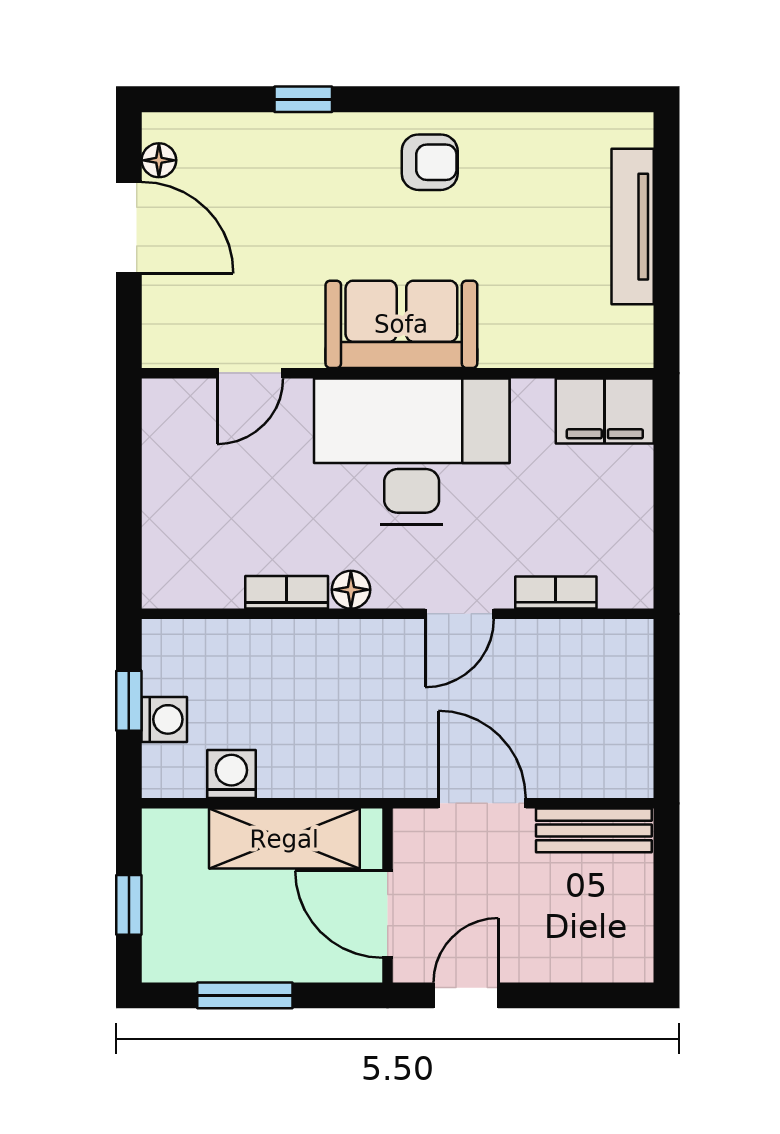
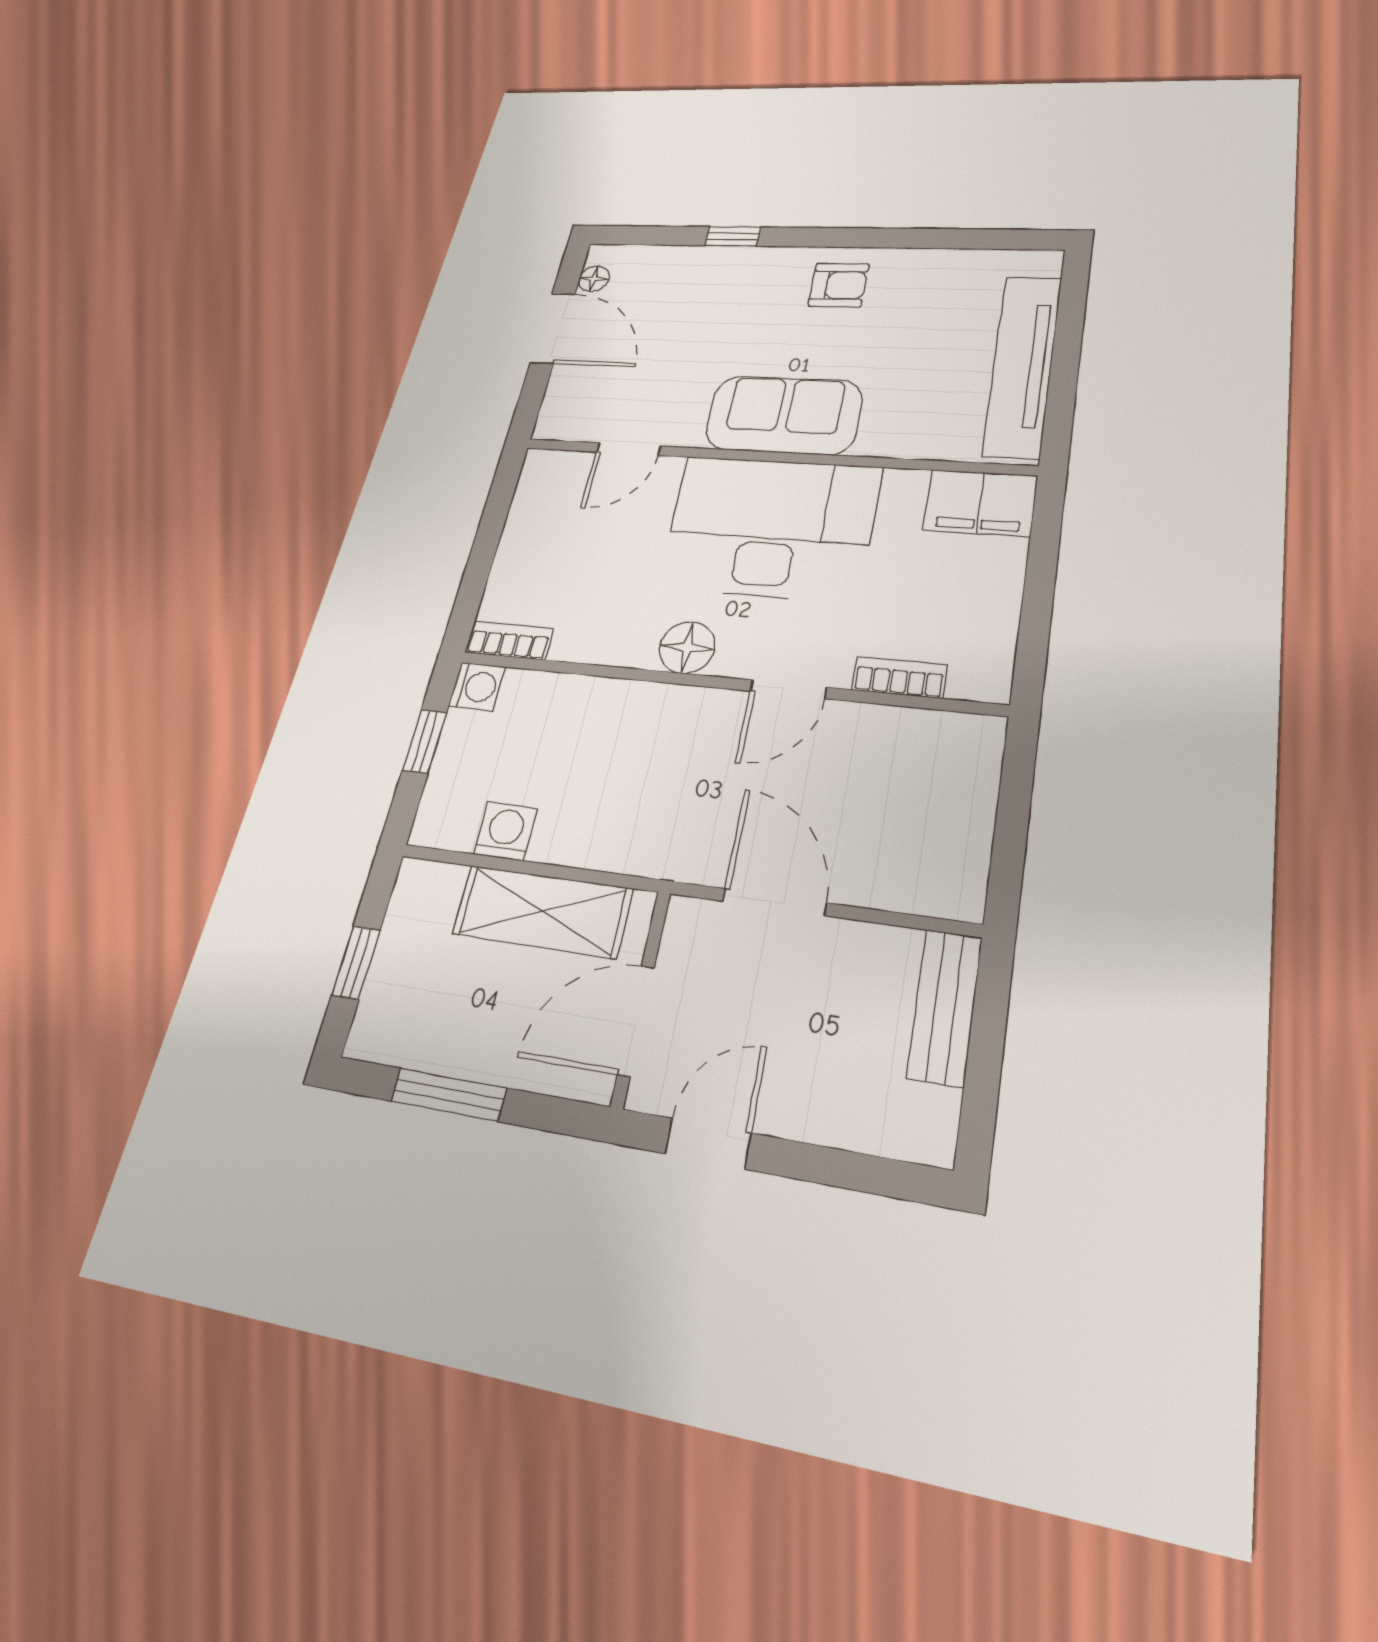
tv unit: (633, 227) -> (1022, 365), width x1.36, depth x1.29
floor lamp: (351, 590) -> (687, 647), width x1.37, depth x1.37
bookcase: (287, 592) -> (509, 641), moved
washing machine: (164, 719) -> (477, 686), moved
bench: (594, 830) -> (945, 1007), moved, turned 90
door: (388, 914) -> (636, 1021), hinge flipped

